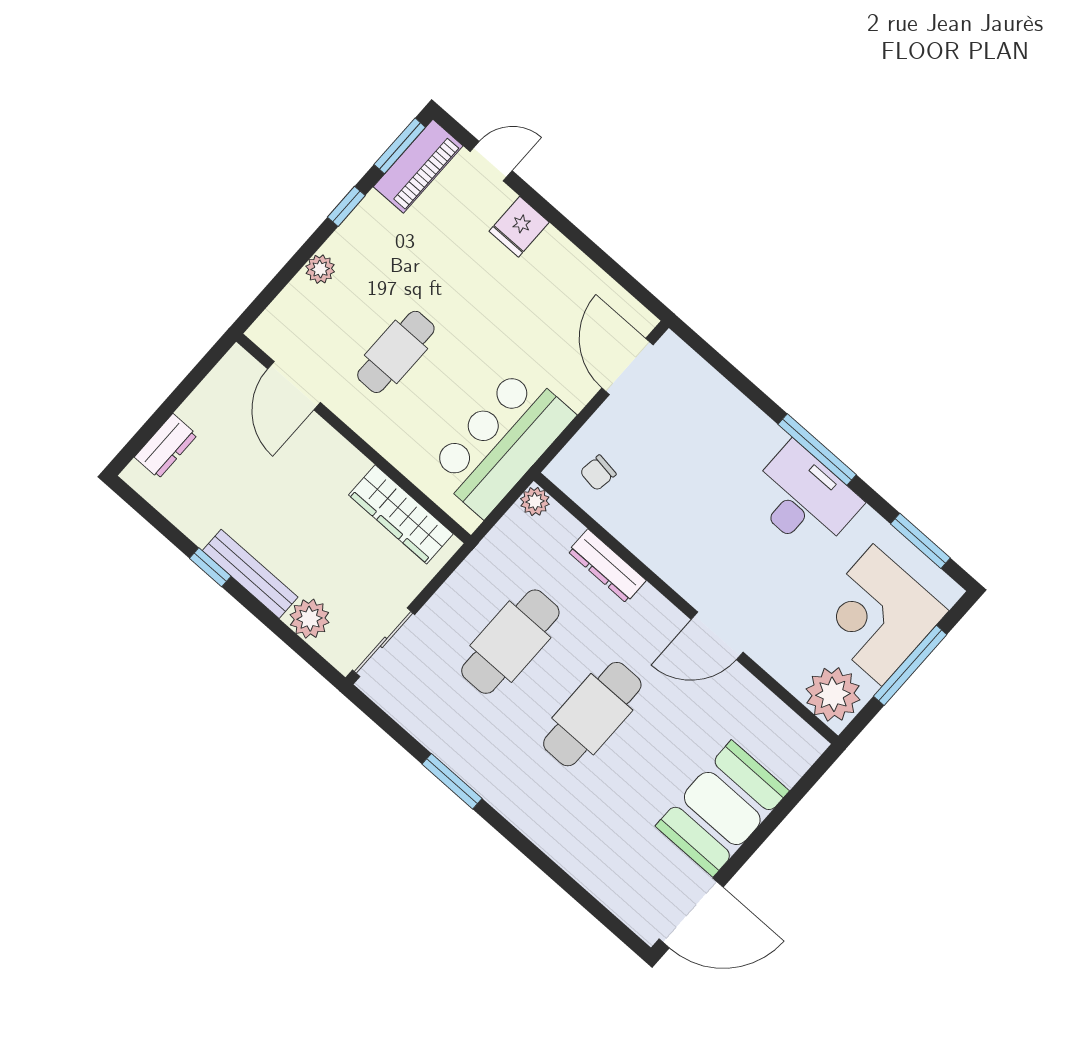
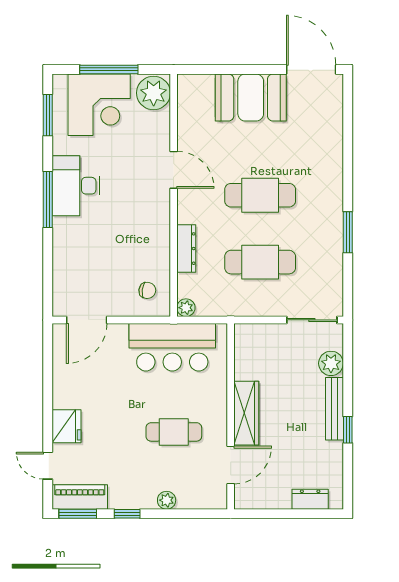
fridge: (519, 227) -> (67, 426), width x1.38
wardrobe: (401, 514) -> (246, 413), moved

